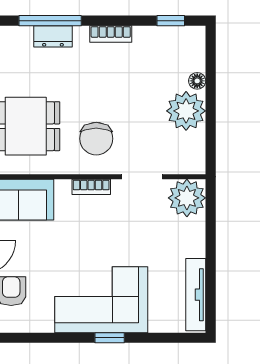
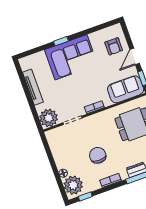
plant: (186, 111) -> (73, 185), moved
chair: (96, 139) -> (98, 155), moved
tv unit: (196, 295) -> (33, 87), moved

